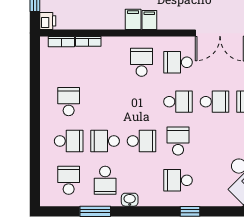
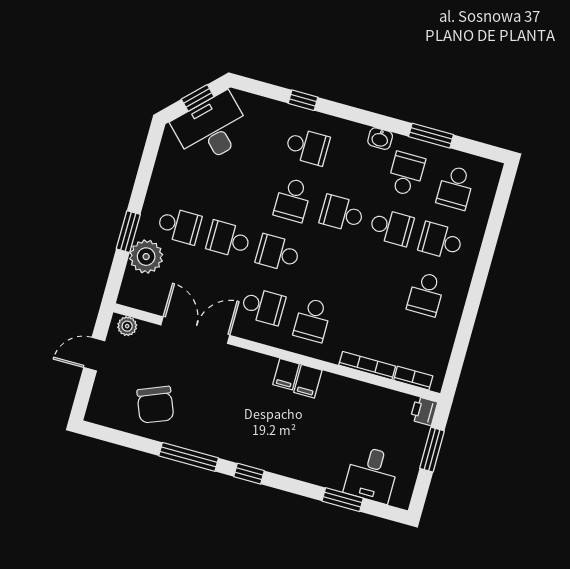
bookcase: (88, 41) -> (367, 366), width x1.56

